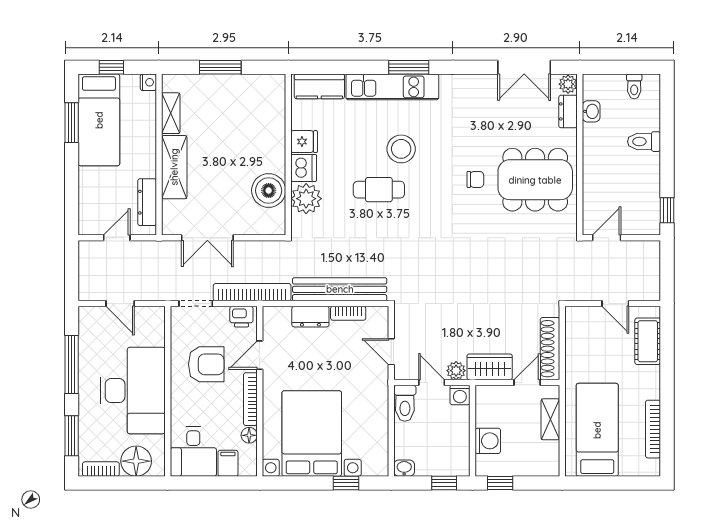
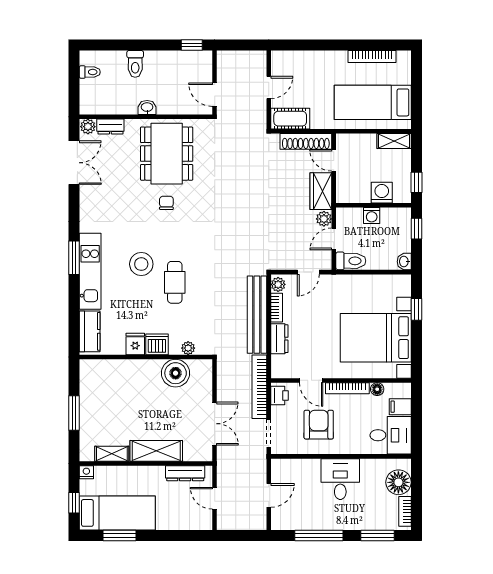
washbasin: (591, 111) -> (147, 107), moved
plant: (306, 199) -> (188, 348), width x0.53, depth x0.53
plant: (376, 315) -> (278, 284), added
cot: (648, 341) -> (290, 119), moved
desk: (133, 391) -> (340, 479), width x0.53, depth x0.77
washing machine: (460, 395) -> (372, 216), moved, turned 90
shelving: (550, 419) -> (394, 141), moved

